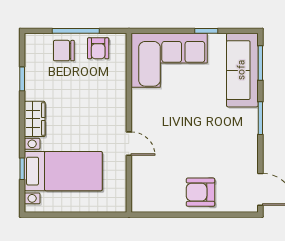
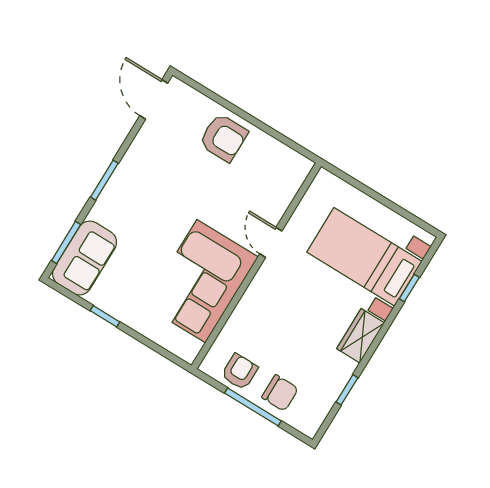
corner sofa: (169, 60) -> (201, 281), moved, turned -90
sofa: (242, 70) -> (85, 258), width x0.73

